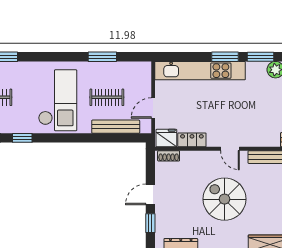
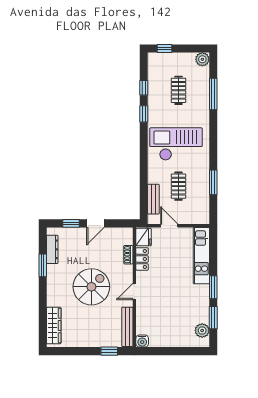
kitchen unit: (200, 71) -> (201, 256), width x0.73
checkout: (58, 100) -> (176, 144), turned 180
bench: (116, 127) -> (153, 199), width x0.73
shoe rack: (169, 156) -> (128, 255), moved
door: (150, 194) -> (95, 223), swing flipped

